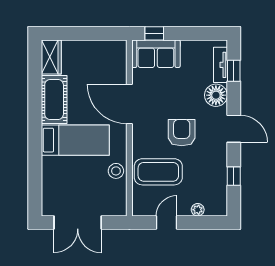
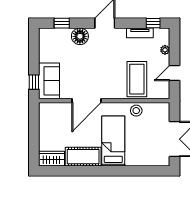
tv unit: (220, 65) -> (140, 33), moved
armchair: (182, 133) -> (108, 62), removed
window: (234, 176) -> (153, 23), moved
door: (167, 223) -> (175, 73), hinge flipped

